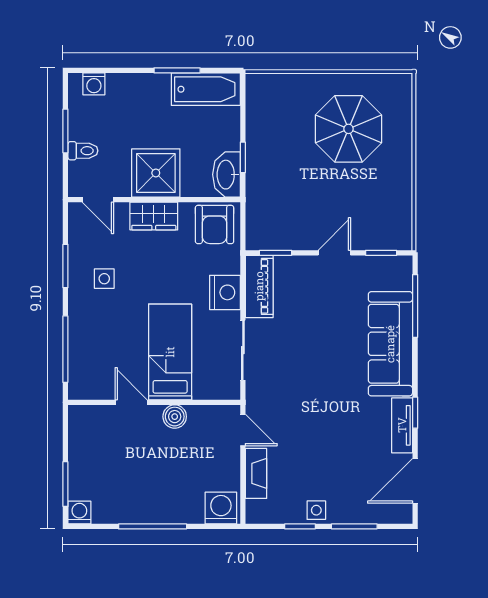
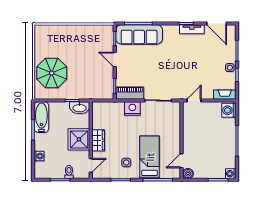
washing machine: (94, 84) -> (39, 156), moved
parasol: (349, 129) -> (52, 73), moved
armchair: (215, 224) -> (102, 113), removed
sofa: (390, 344) -> (139, 34), moved
bed: (170, 352) -> (150, 157), moved, turned 90
door: (131, 402) -> (182, 161), moved
boiler: (175, 417) -> (188, 173), moved
fireplace: (256, 473) -> (225, 95), moved

